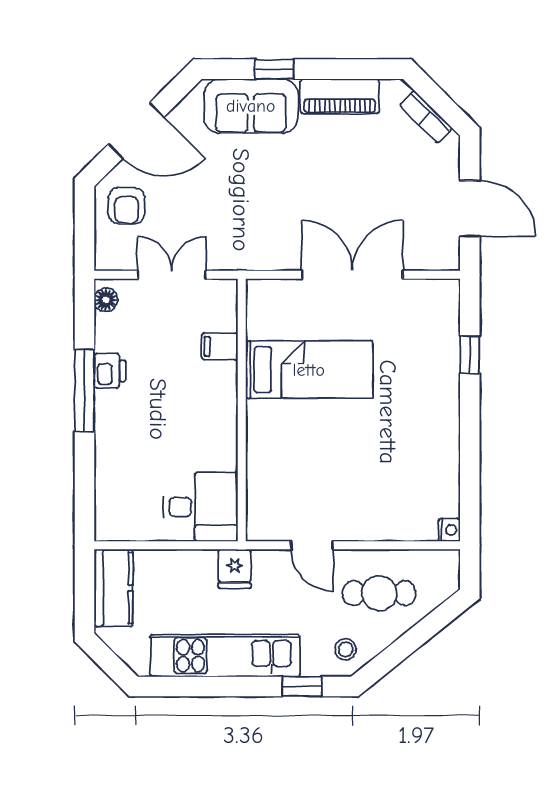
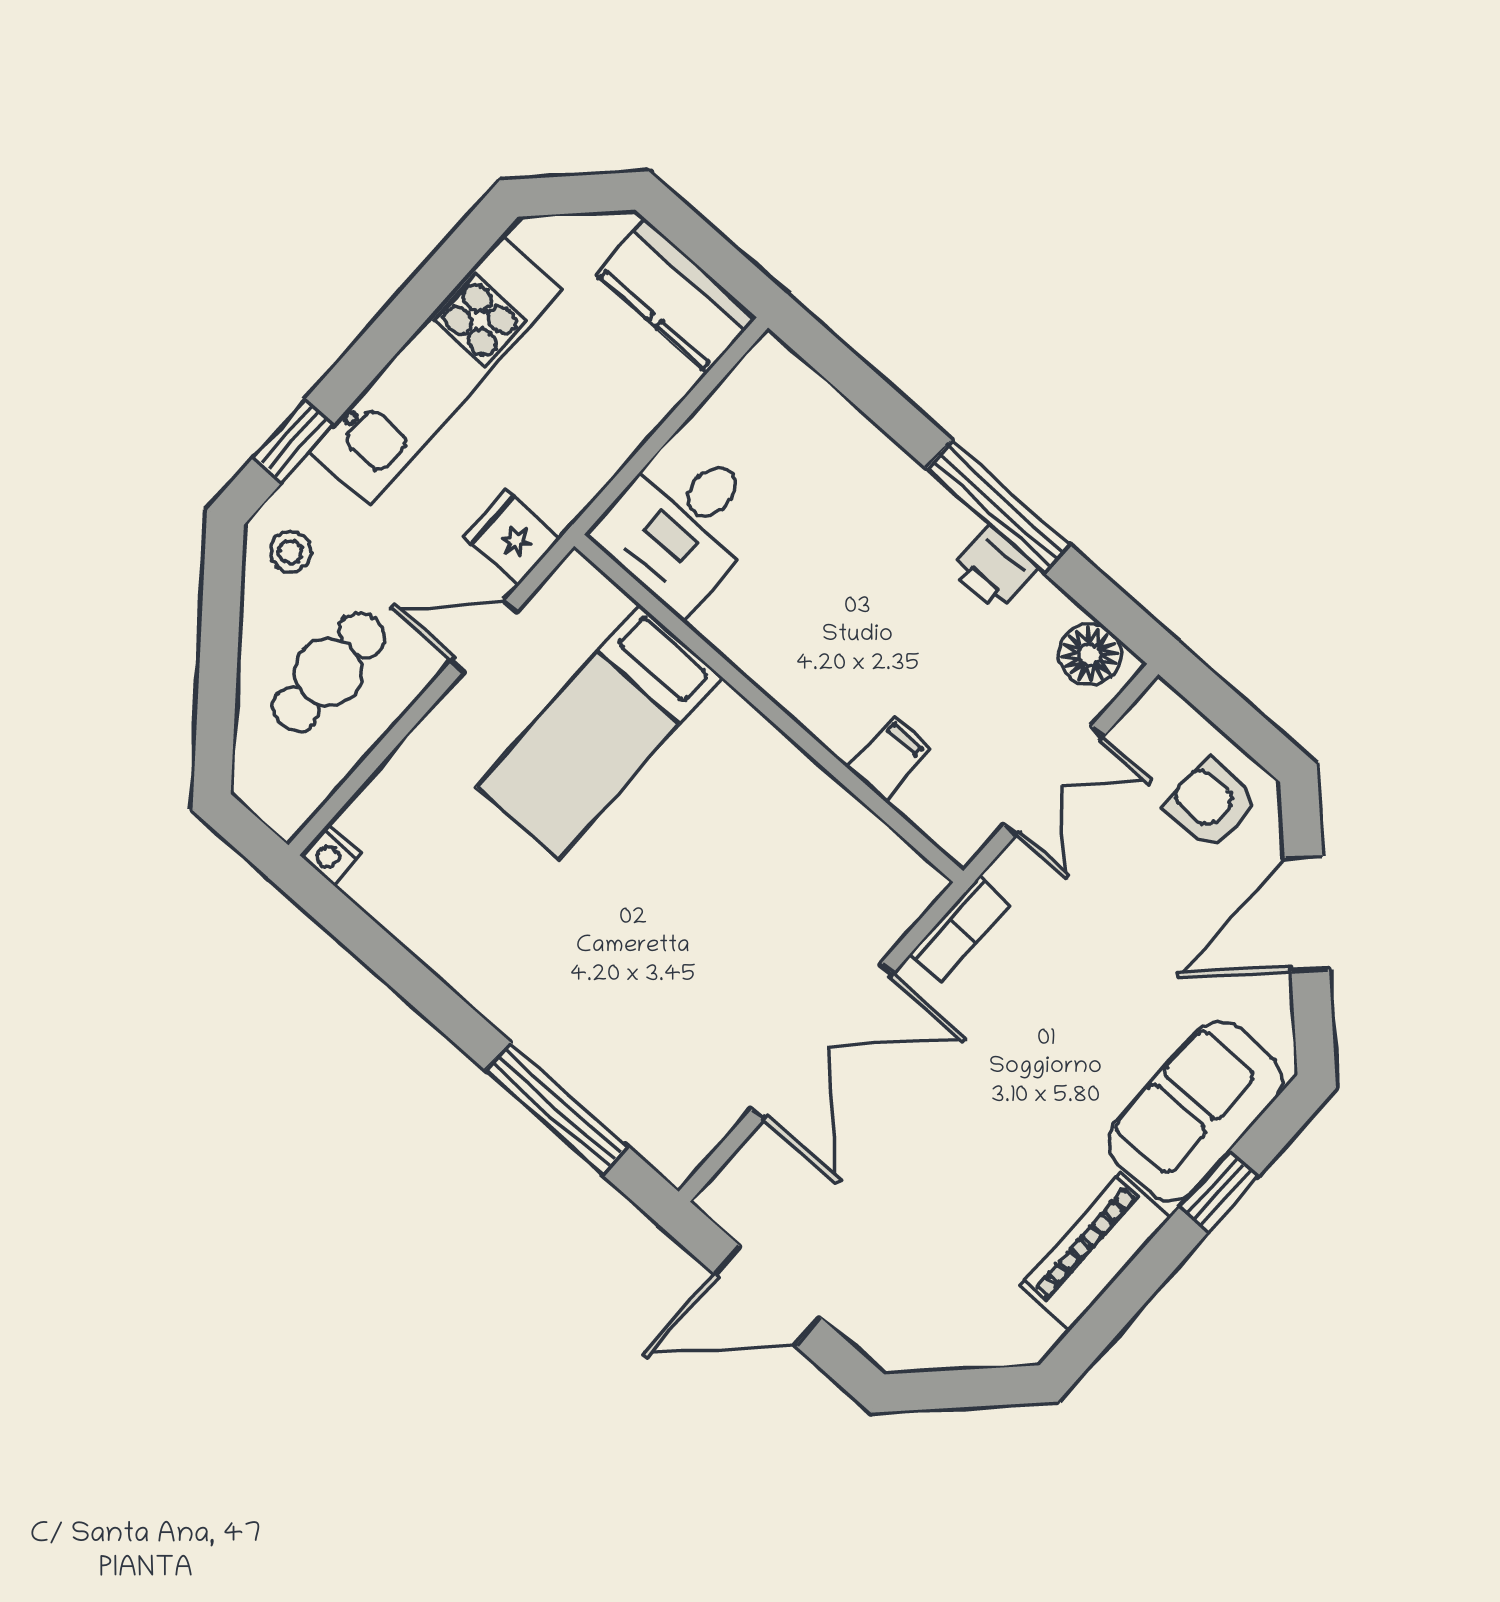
bookcase: (426, 117) -> (960, 929), moved, turned 135
floor lamp: (106, 300) -> (1090, 654), width x1.37, depth x1.37
window: (470, 355) -> (556, 1108), width x2.17
bed: (309, 370) -> (599, 732), moved
fridge: (235, 569) -> (512, 537), moved

